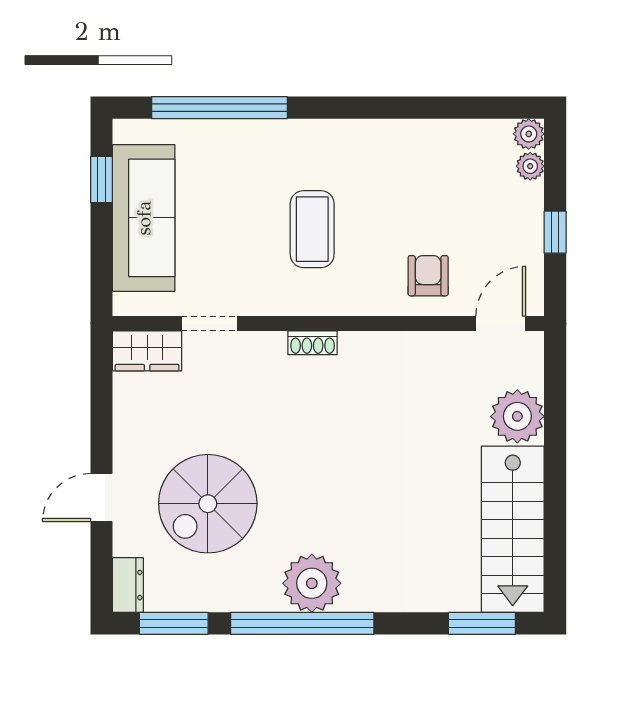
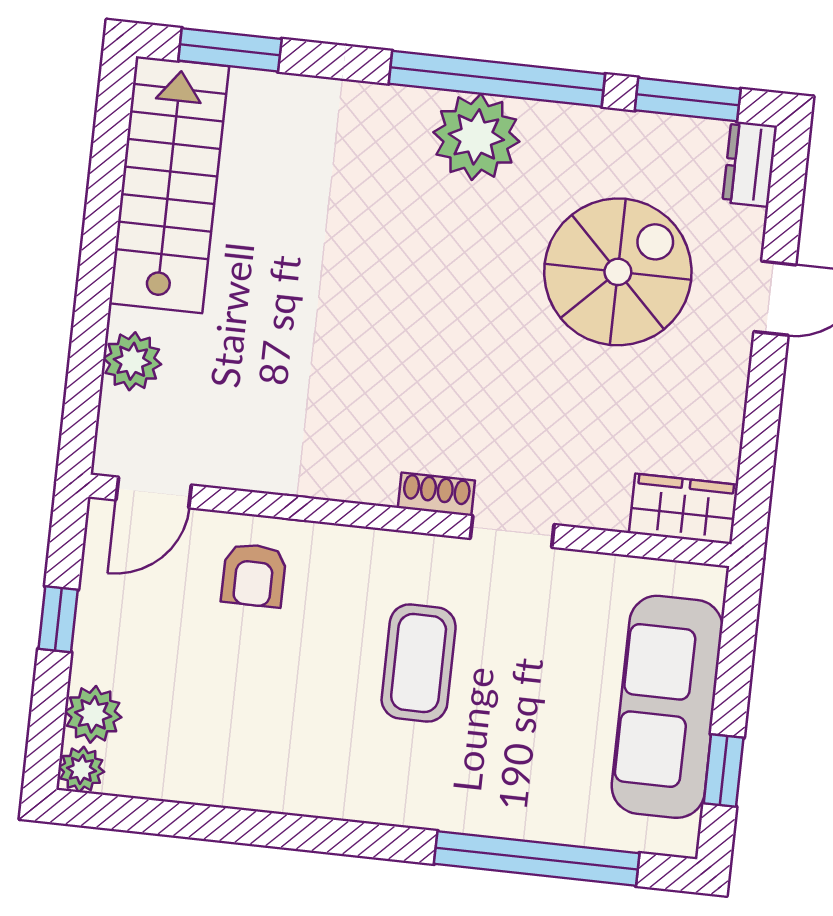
plant: (530, 166) -> (93, 714), width x1.38, depth x1.38
doorway: (210, 323) -> (512, 531), moved
plant: (517, 416) -> (132, 361), width x0.73, depth x0.73

